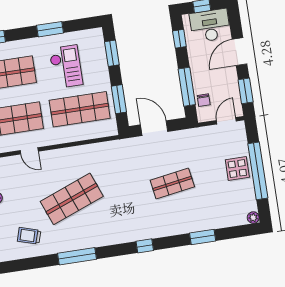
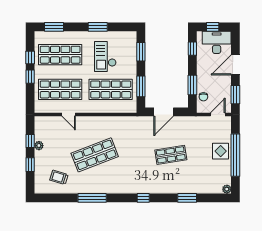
checkout: (66, 67) -> (105, 56), turned 180
window: (187, 87) -> (192, 85), width x0.69
door: (154, 128) -> (164, 112), swing flipped

